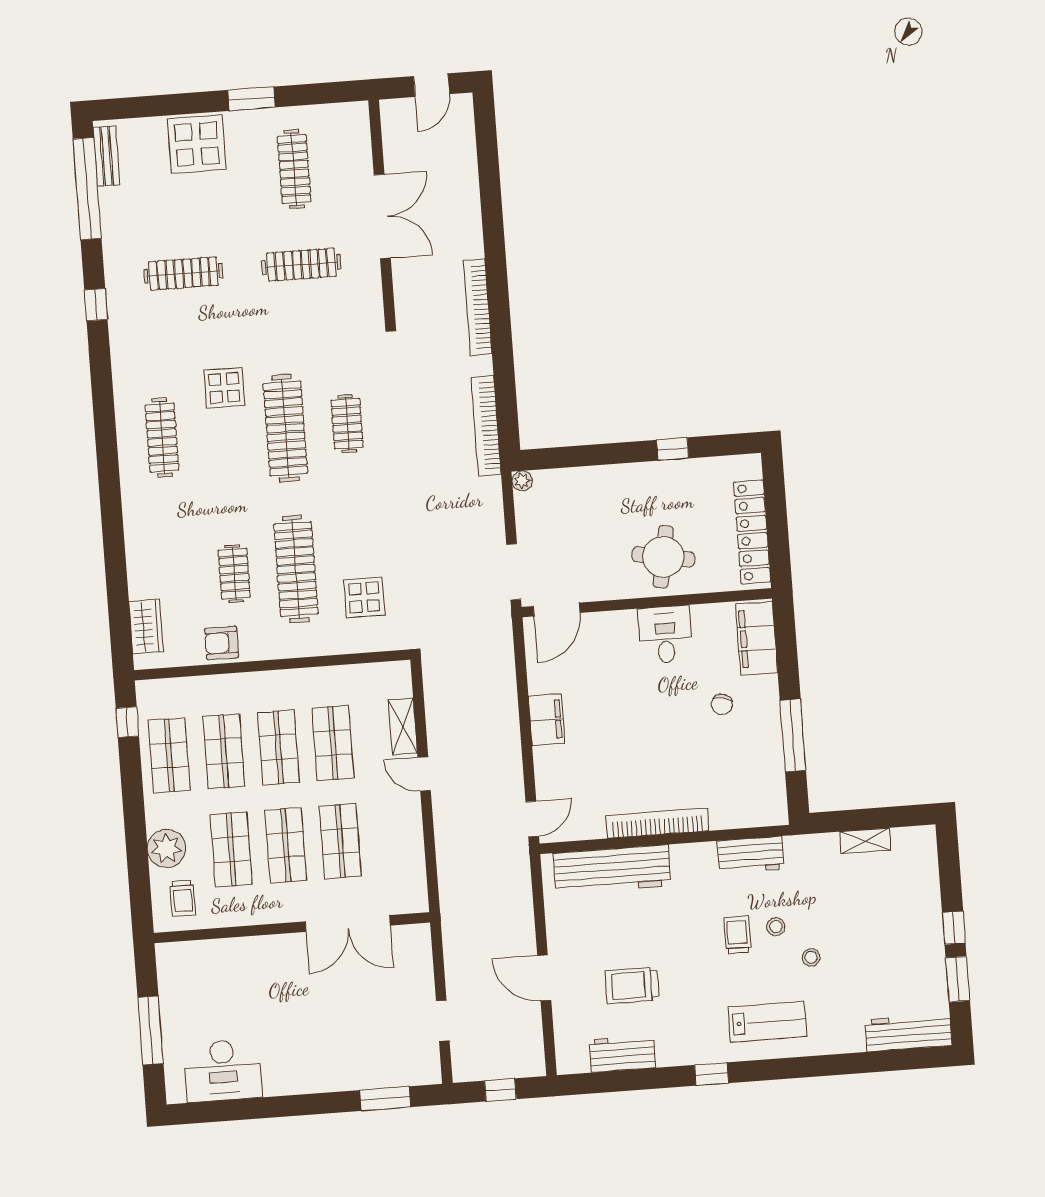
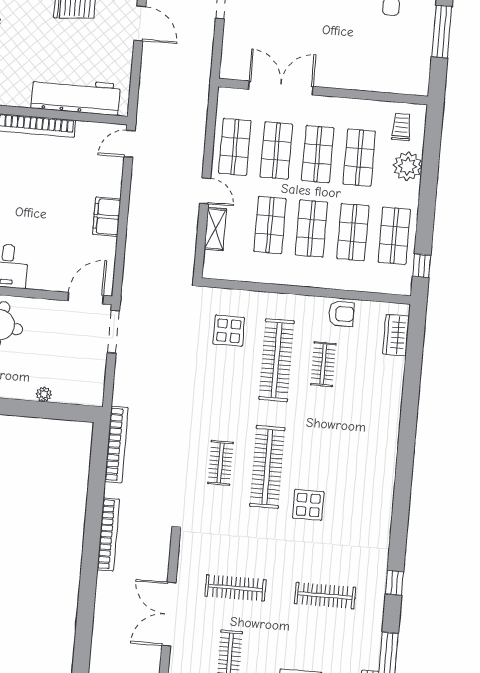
clothes rail: (162, 438) -> (361, 475), removed
plant: (522, 481) -> (44, 394), moved
shop shelf: (395, 837) -> (235, 147), added

